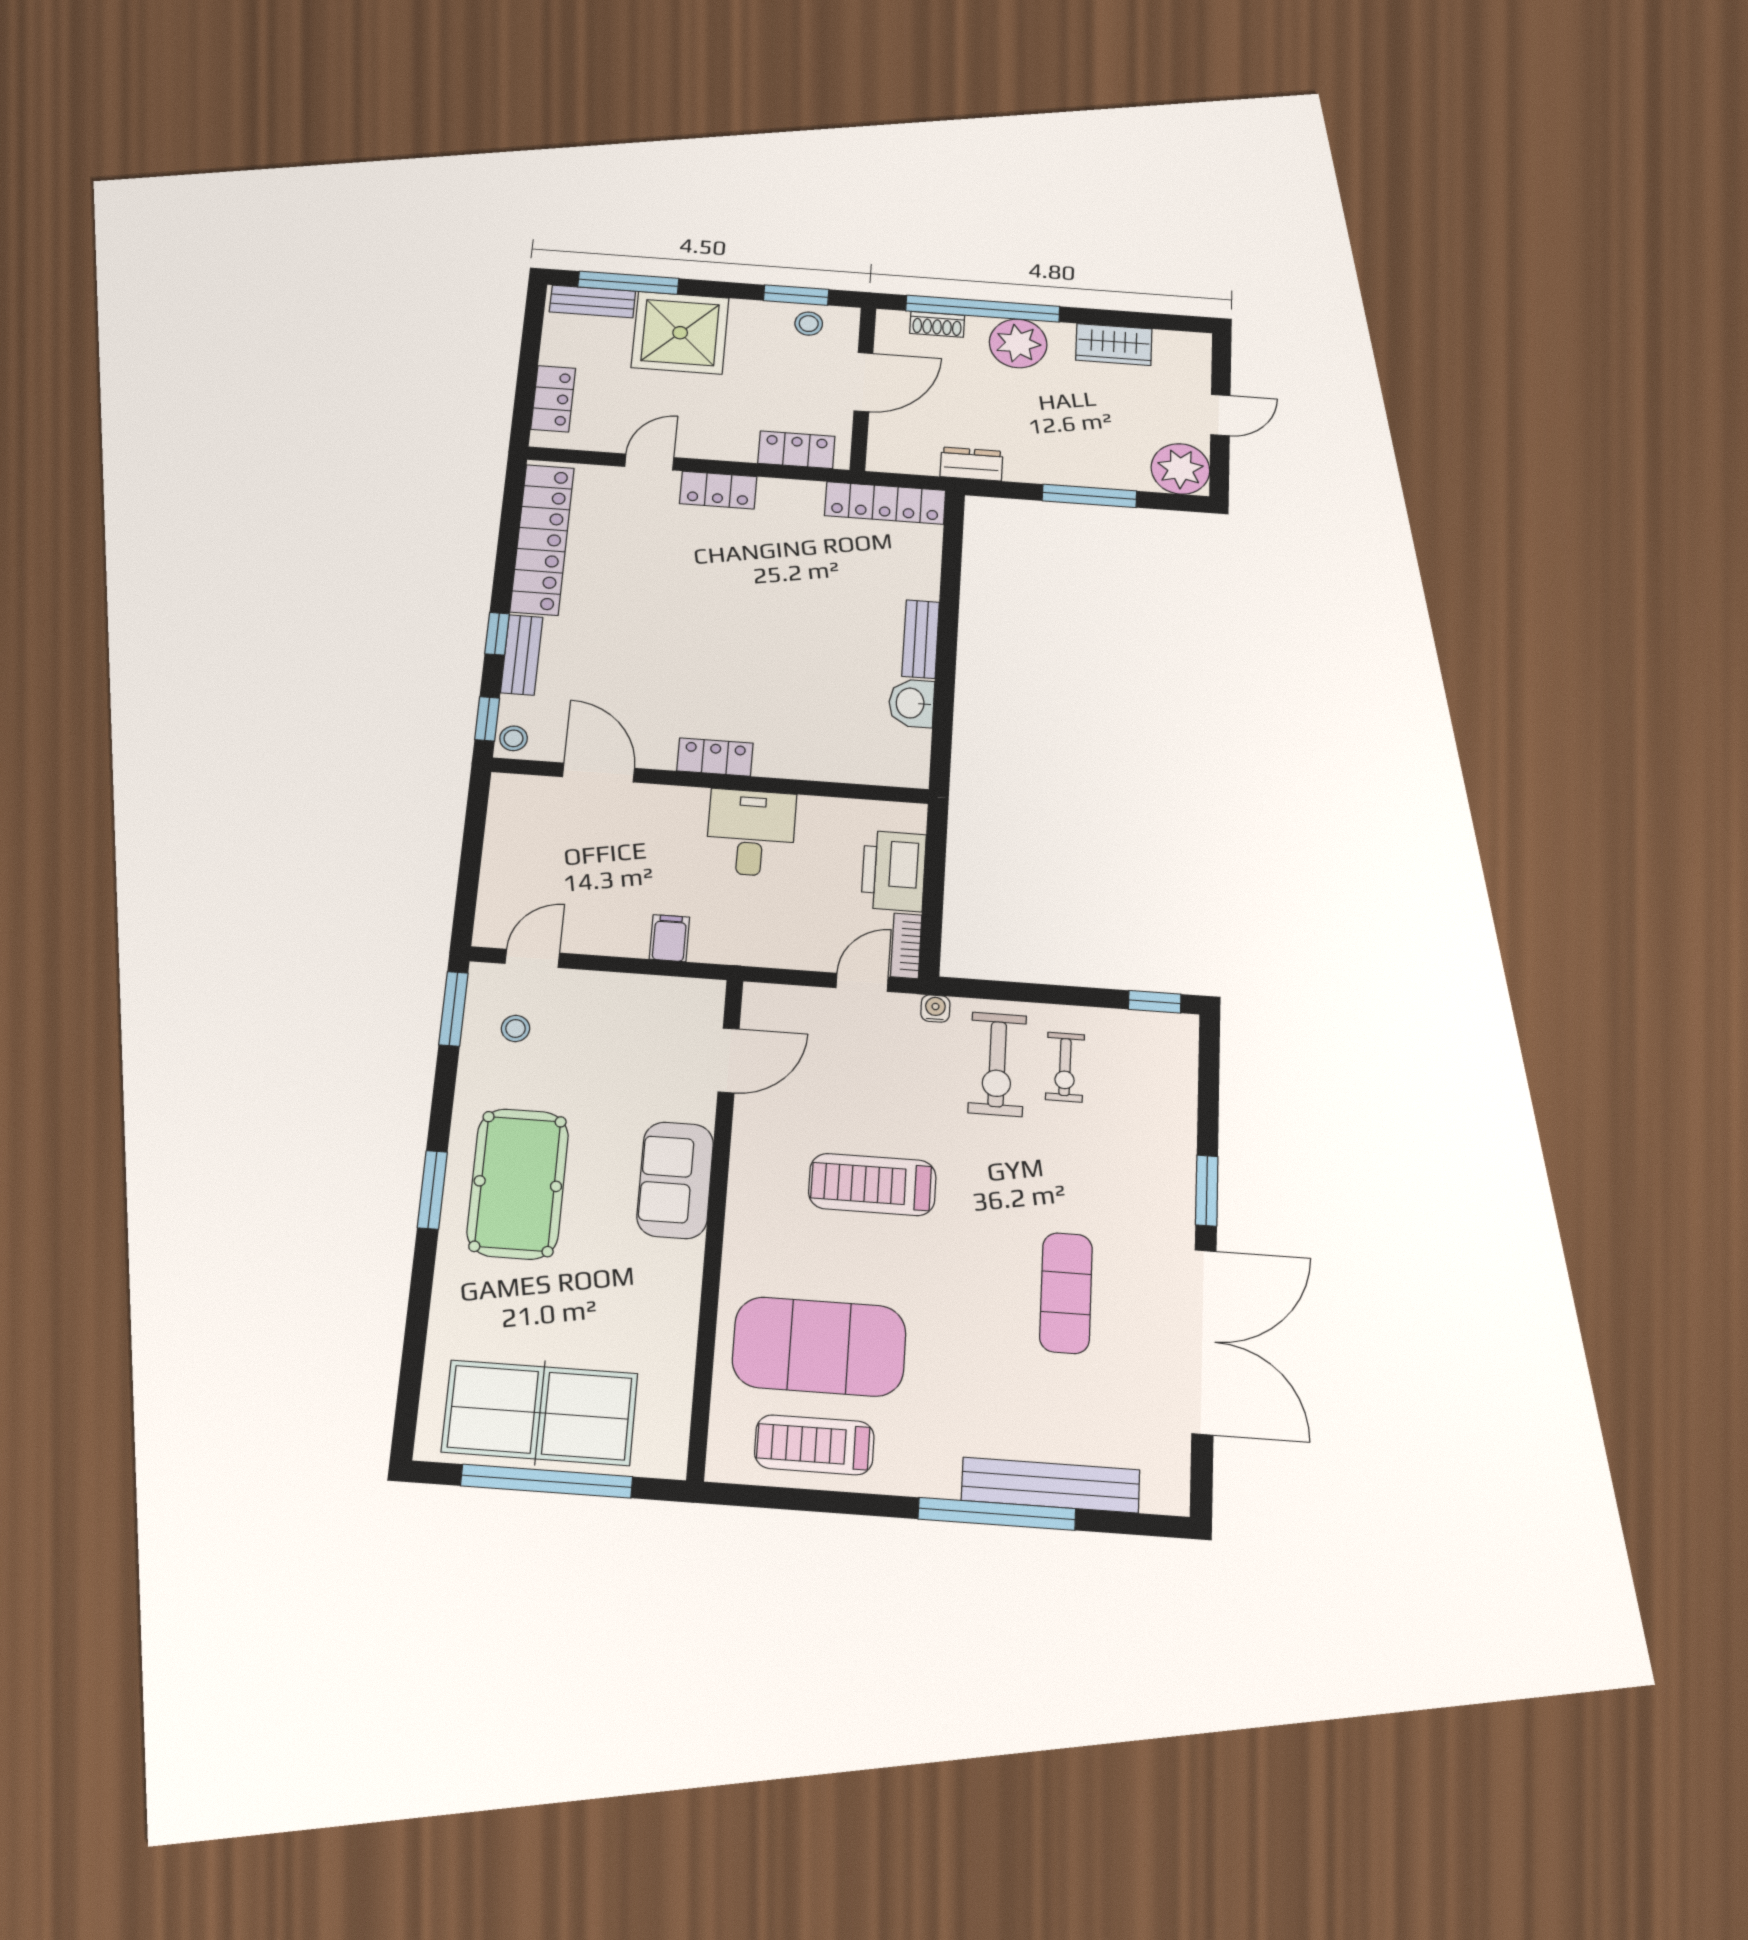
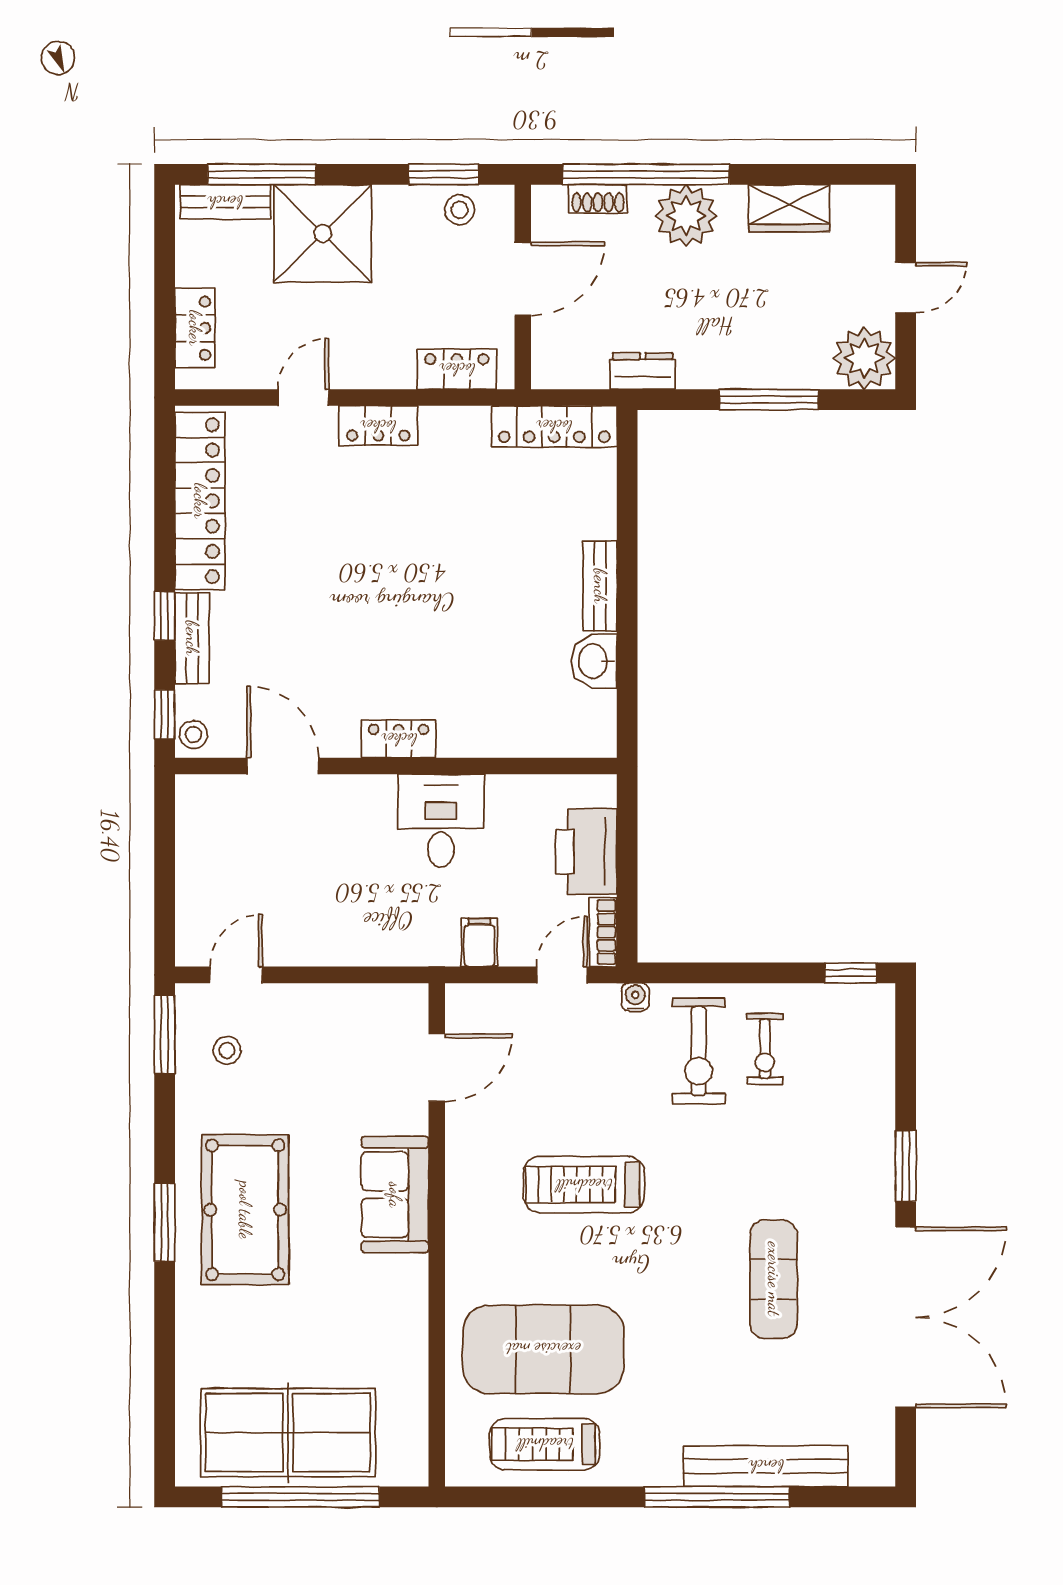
filing cabinet: (669, 938) -> (479, 942), moved

